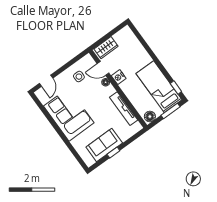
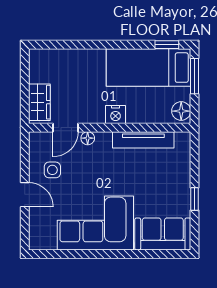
nightstand: (119, 77) -> (116, 115), moved
door: (46, 81) -> (25, 195), moved
sofa: (104, 145) -> (163, 234), moved, turned 90

